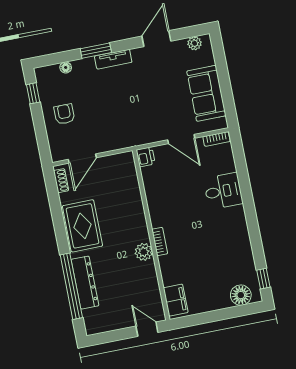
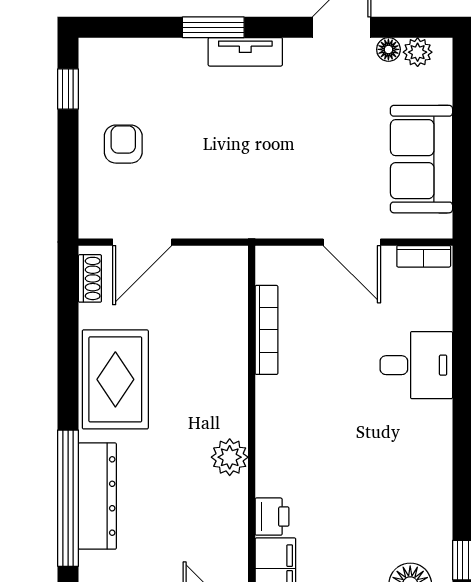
floor lamp: (66, 67) -> (388, 49), moved
printer: (146, 157) -> (272, 517), moved
bookcase: (160, 241) -> (266, 330), moved, width x1.56

